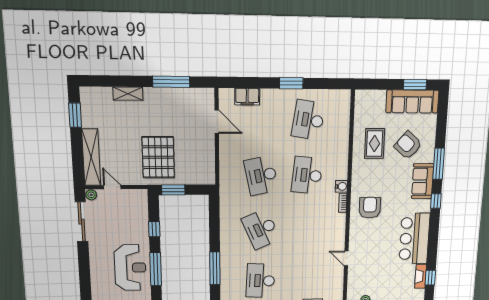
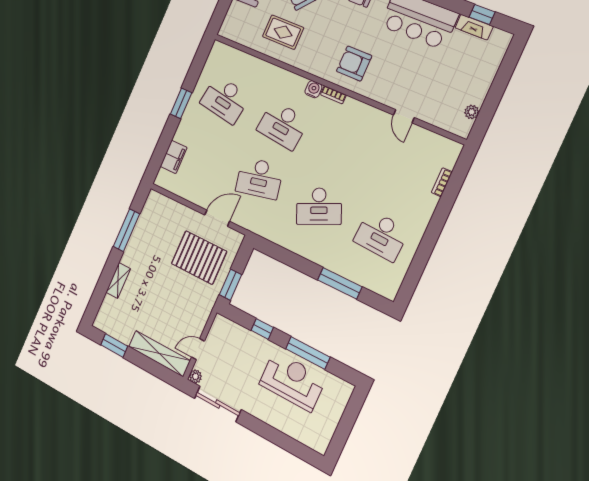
door: (217, 122) -> (217, 218), moved
pallet: (158, 157) -> (199, 258), moved
door: (346, 258) -> (404, 116), hinge flipped

